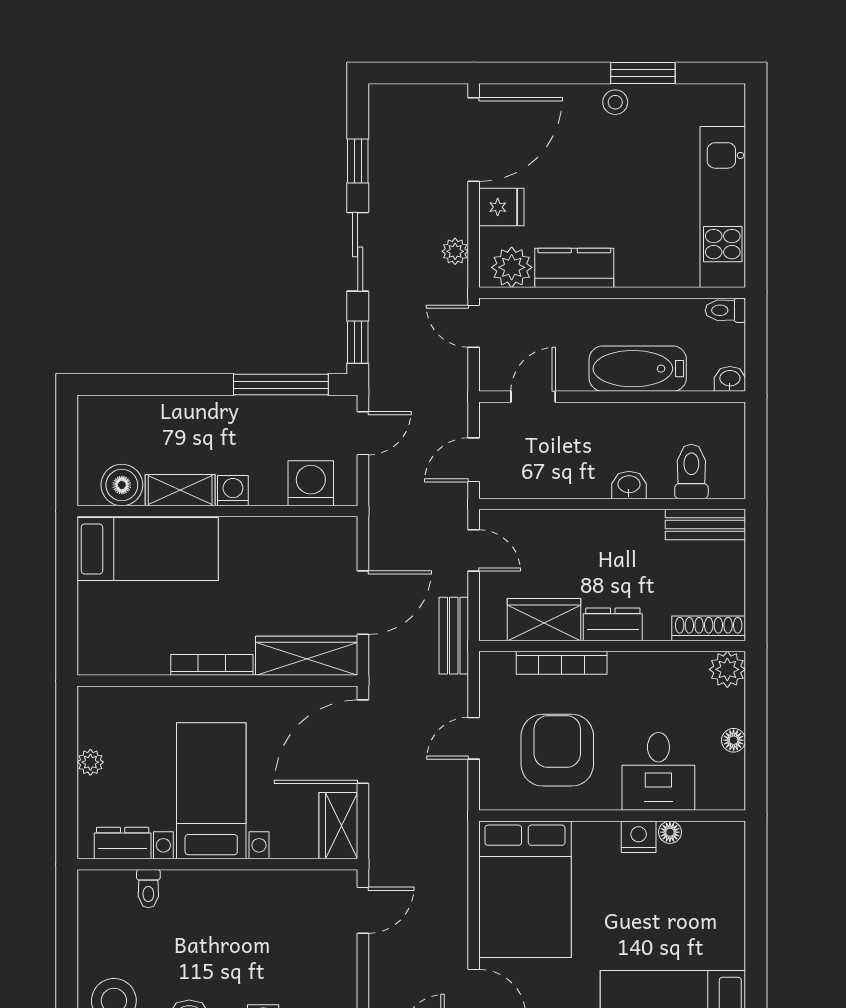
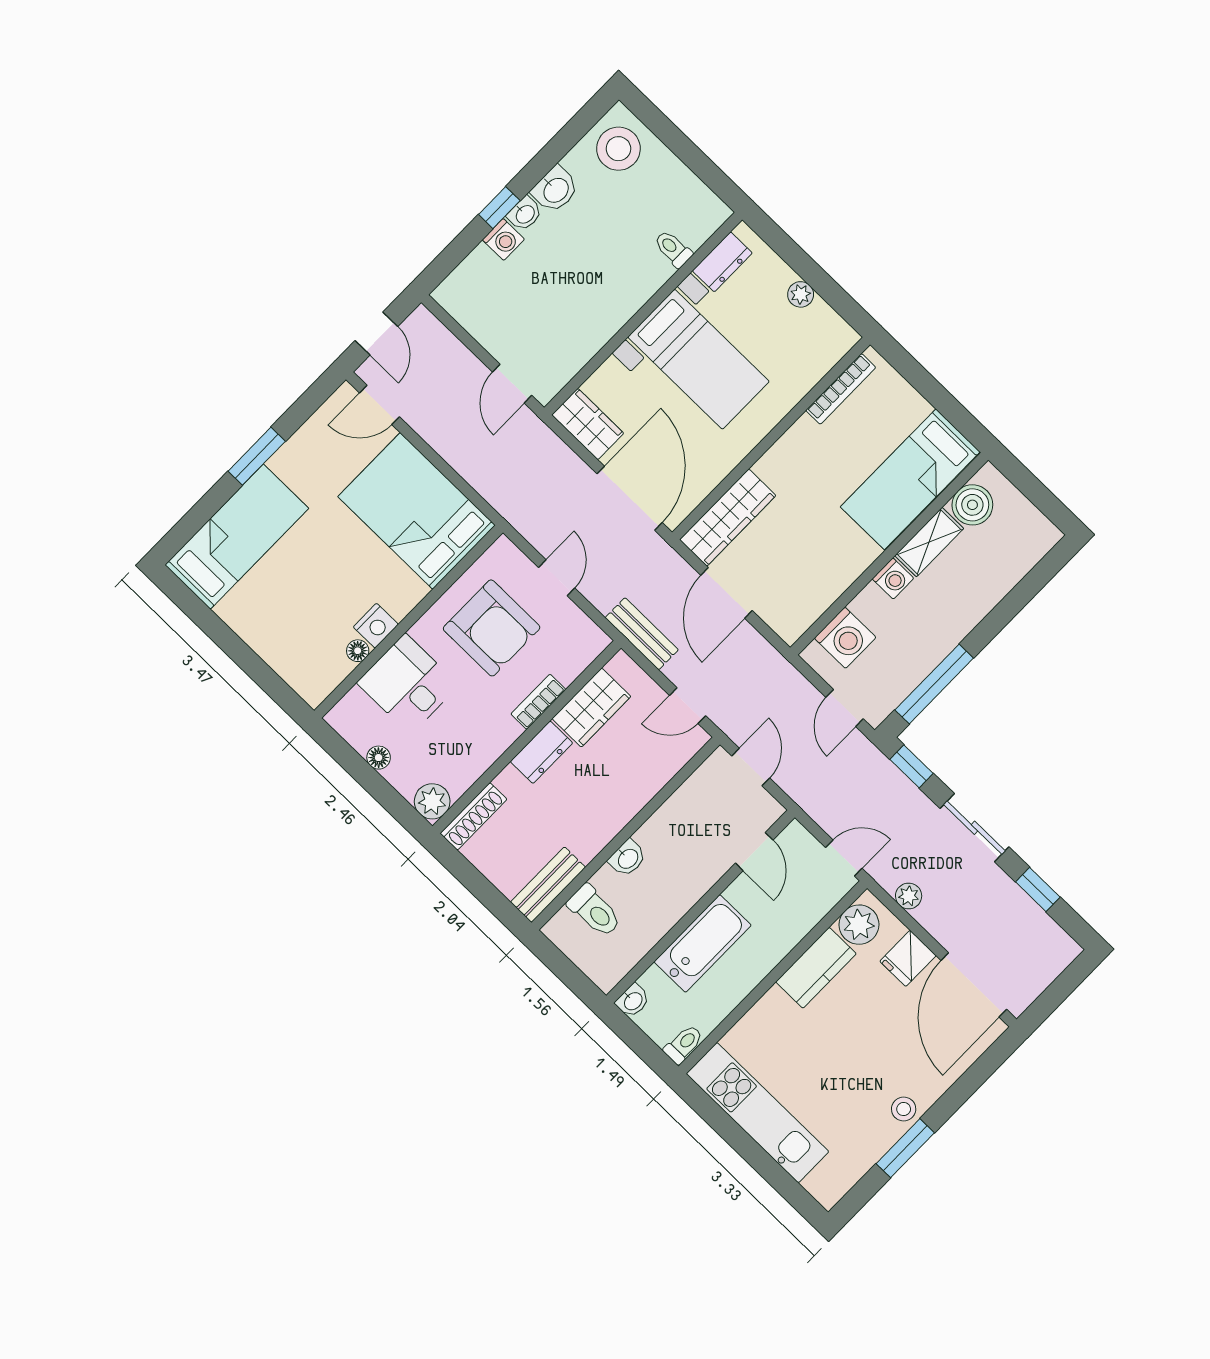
bookcase: (562, 663) -> (538, 702), width x0.64
bookcase: (212, 665) -> (841, 389), moved

